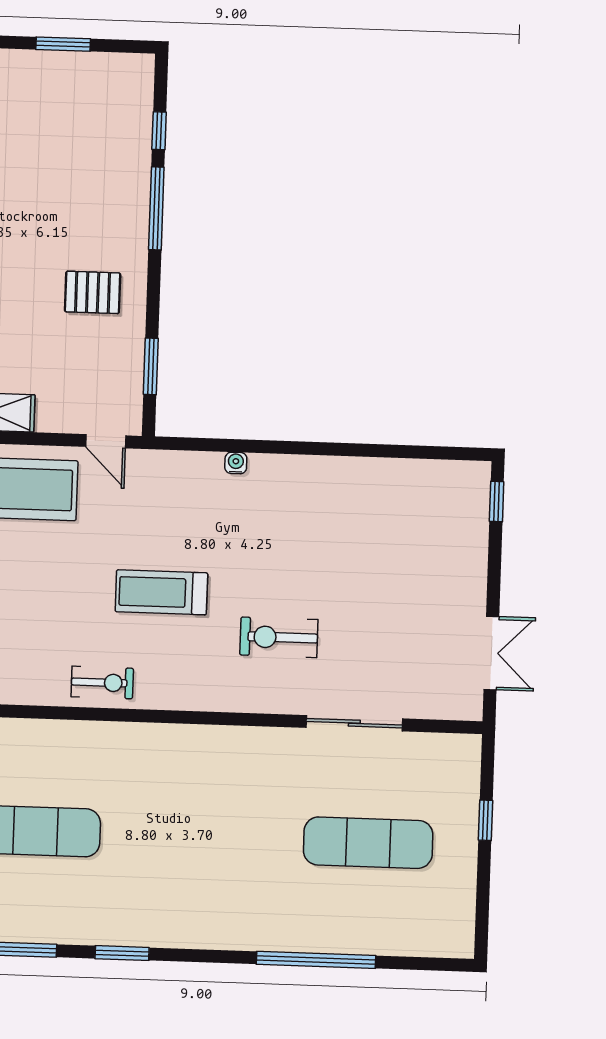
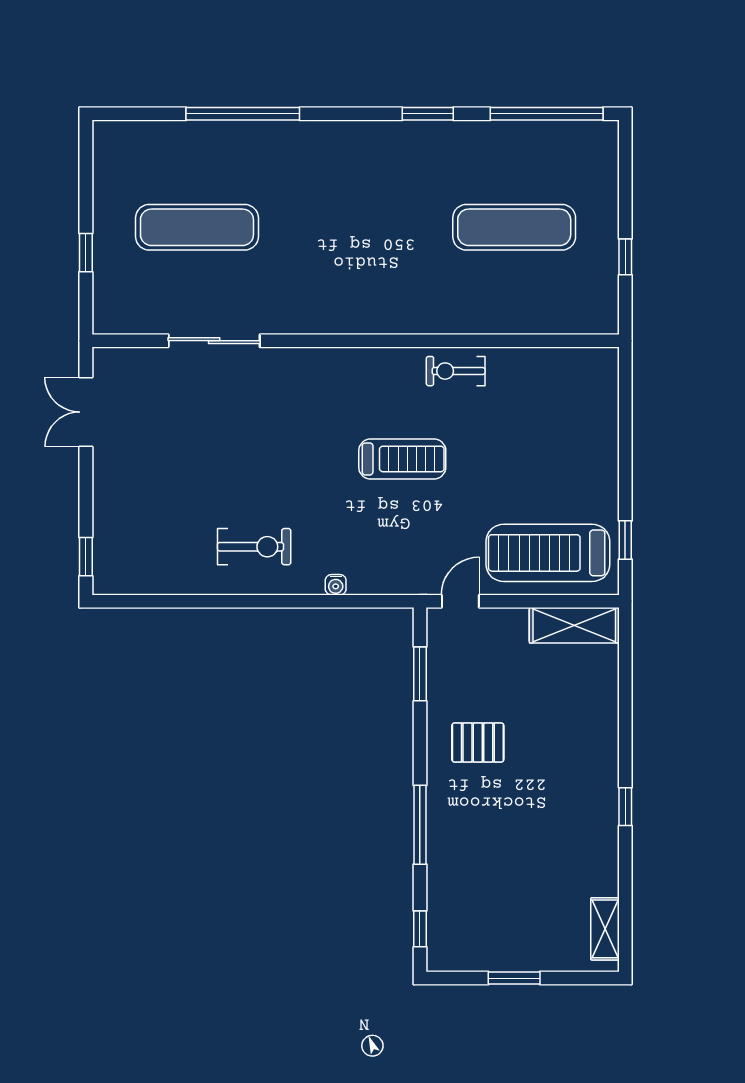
window: (159, 131) -> (420, 929), moved
door: (106, 441) -> (460, 601), hinge flipped
exercise bike: (279, 637) -> (254, 547), moved

